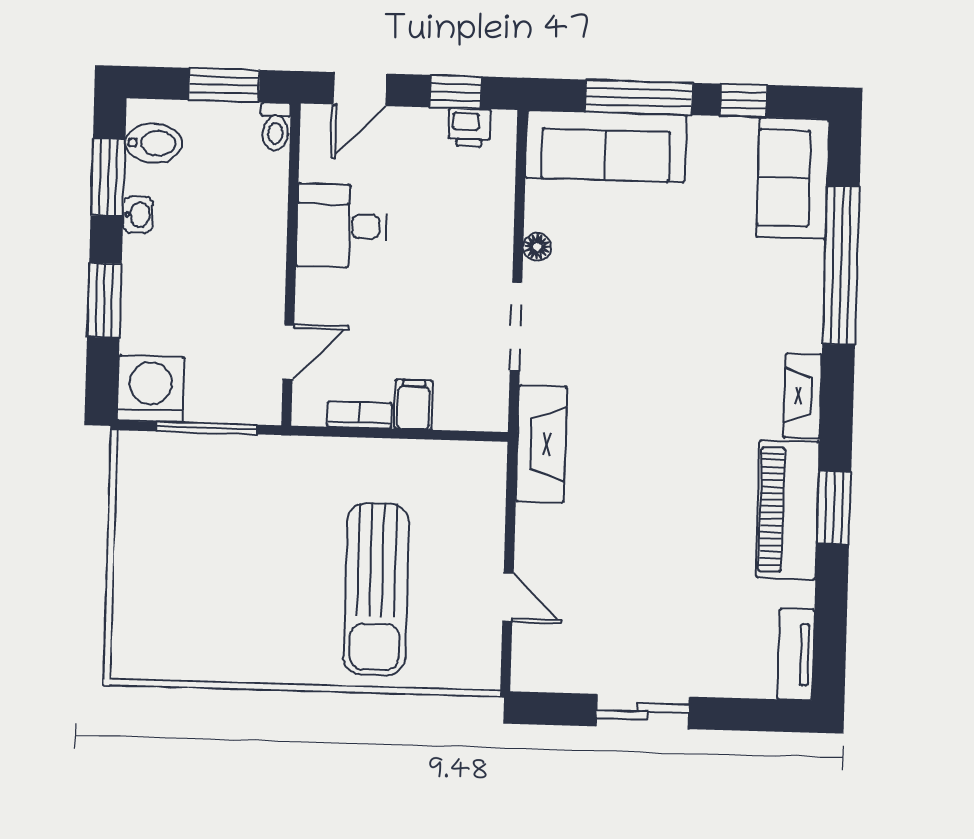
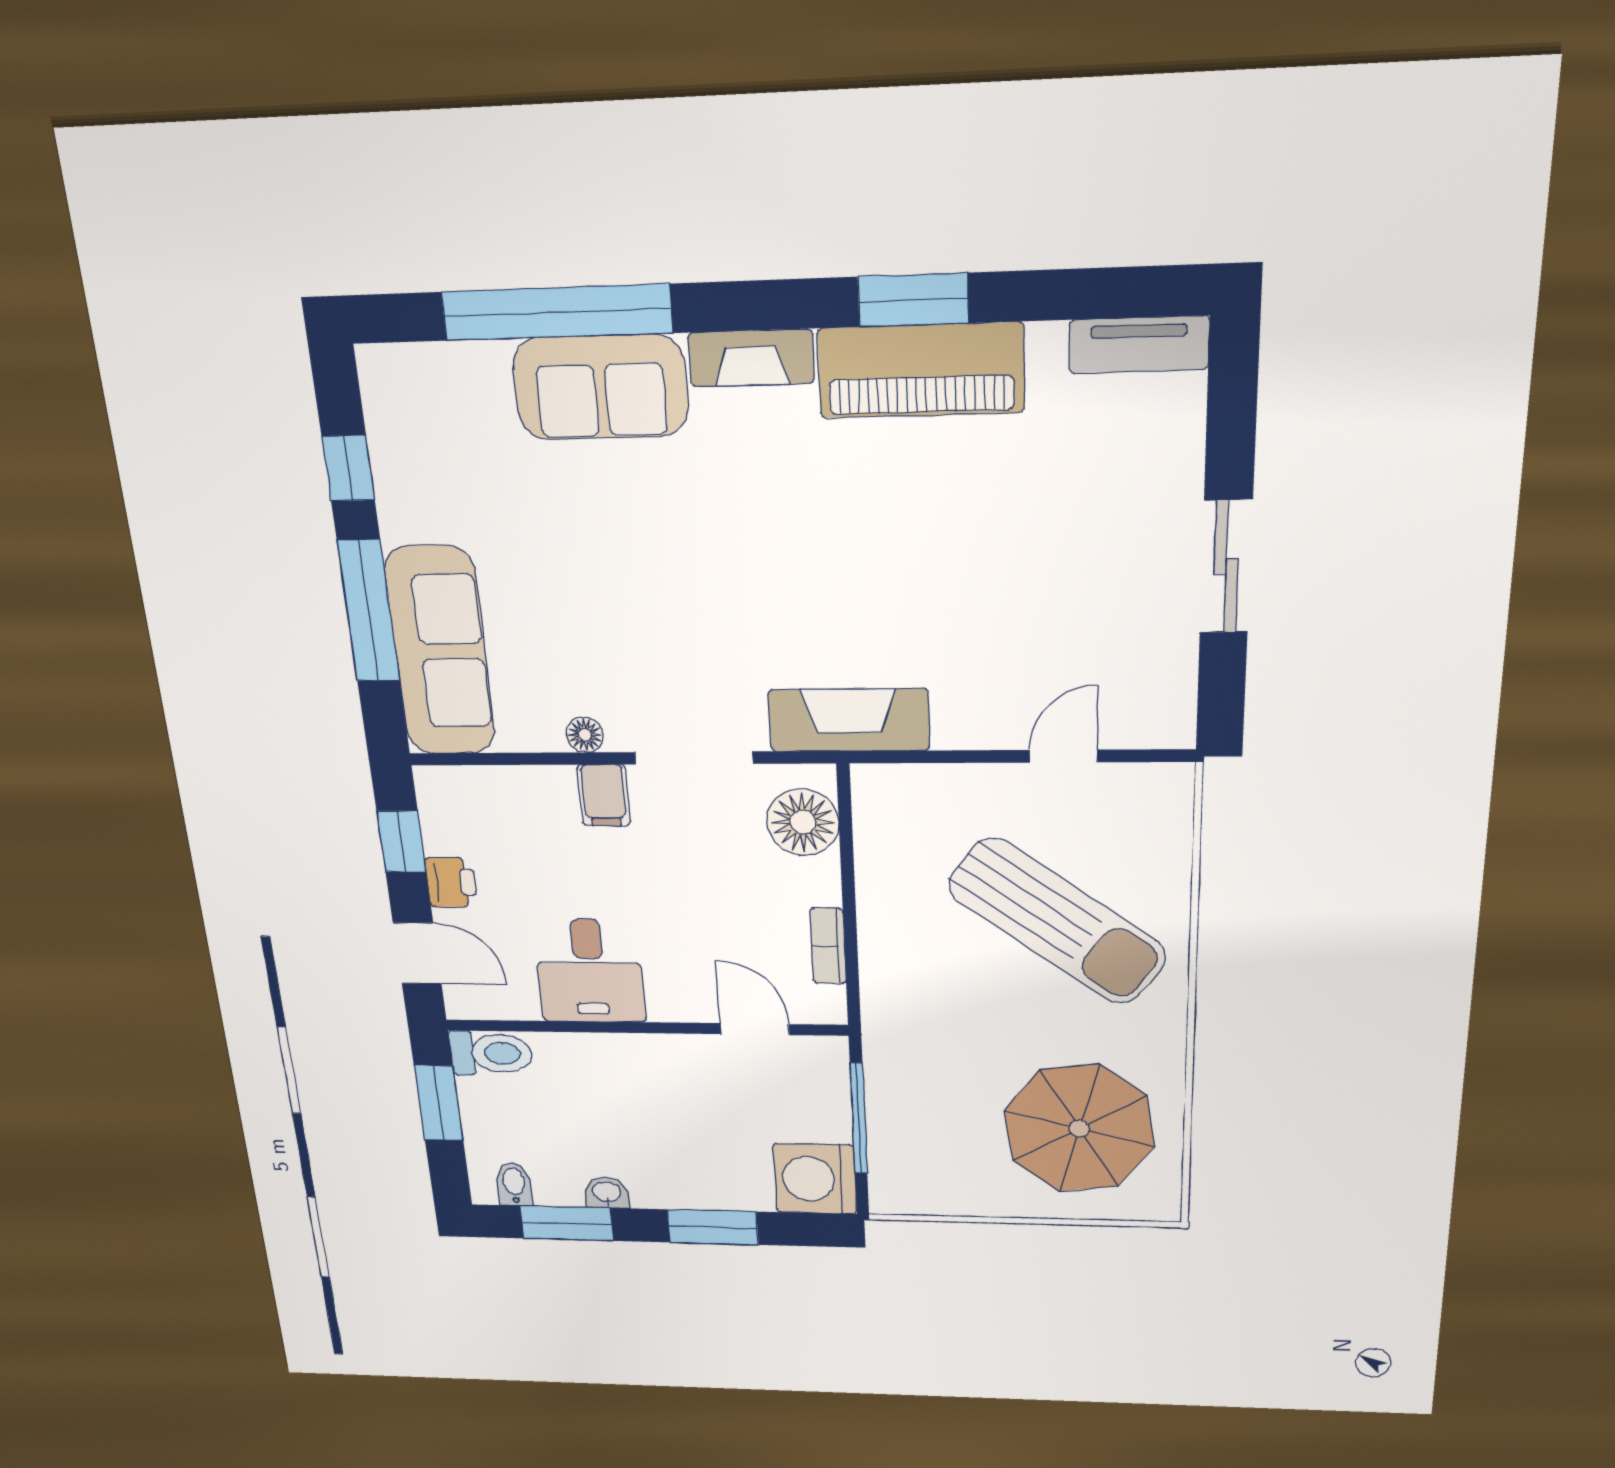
toilet: (275, 127) -> (491, 1053), width x1.37, depth x1.39
printer: (469, 128) -> (451, 882), moved
bidet: (154, 143) -> (514, 1184), width x0.72, depth x0.74
sofa: (793, 178) -> (601, 387), moved
floor lamp: (462, 404) -> (803, 822), added
filing cabinet: (413, 405) -> (604, 795), moved, turned -90
sun lounger: (376, 589) -> (1058, 921), turned 36
parasol: (196, 601) -> (1079, 1129), added

